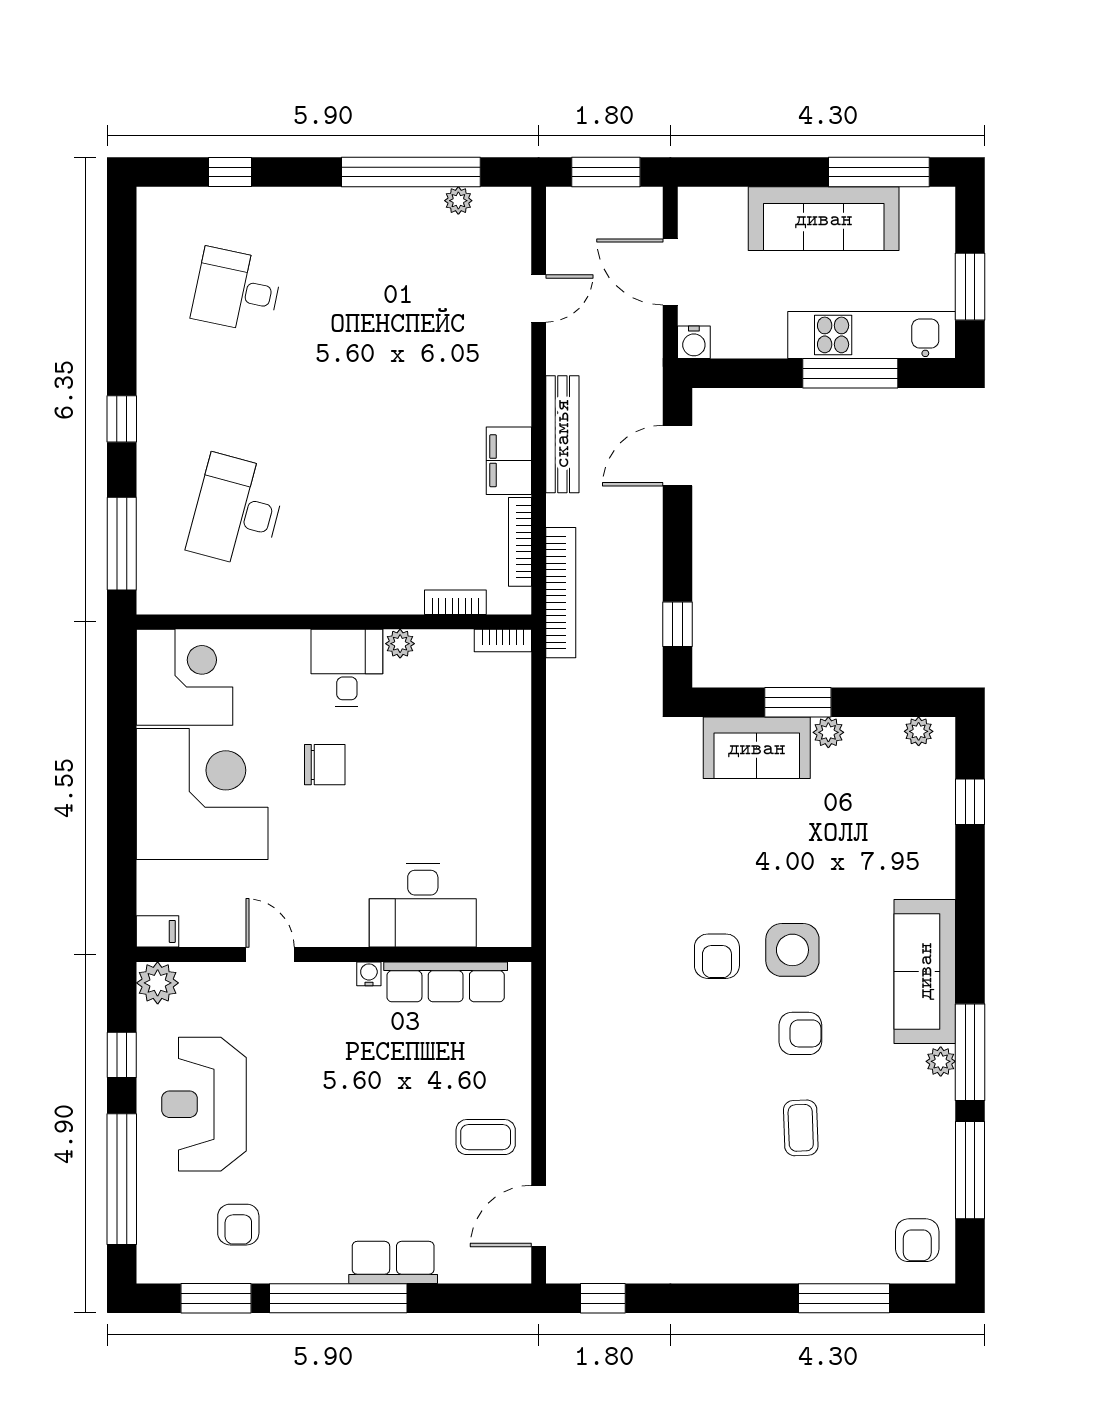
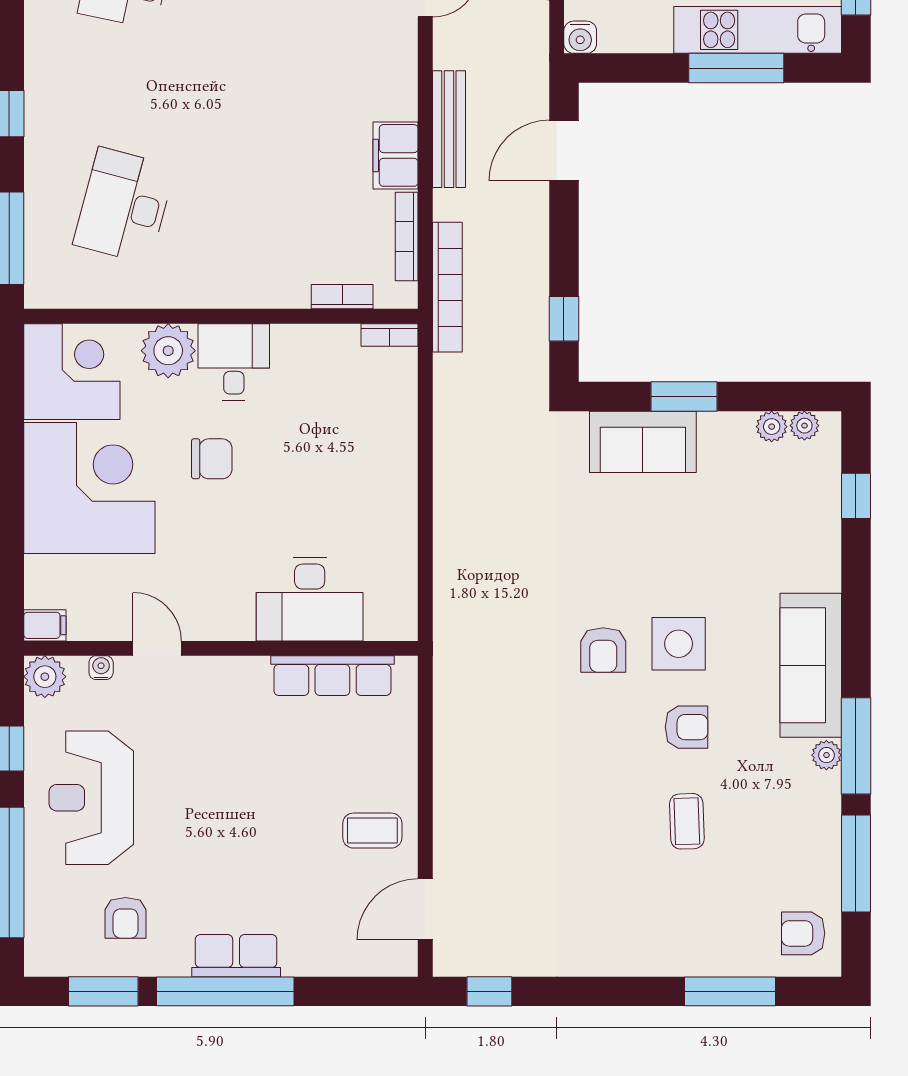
plant: (400, 644) -> (168, 351), moved, width x1.88, depth x1.88
plant: (828, 732) -> (772, 427), moved
water cooler: (369, 974) -> (101, 668), moved
armchair: (917, 1240) -> (803, 933), turned 90
row of seats: (393, 1262) -> (236, 956), moved

